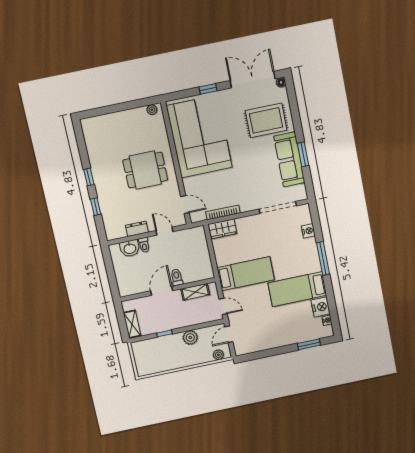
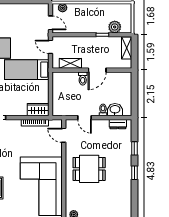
dresser: (137, 229) -> (118, 124), moved
door: (229, 334) -> (51, 23), hinge flipped
plant: (190, 338) -> (115, 27), moved

